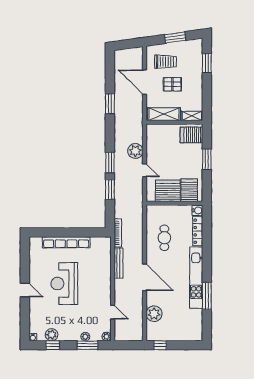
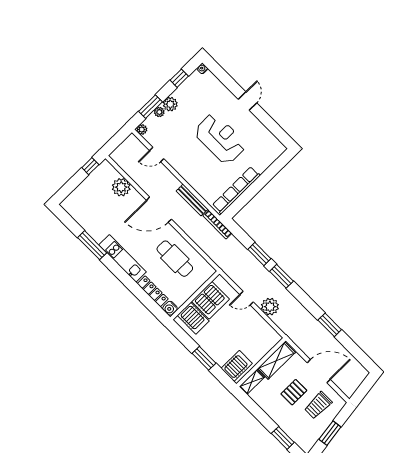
cafe table: (164, 238) -> (175, 259), width x1.37, depth x1.35
row of seats: (66, 242) -> (236, 190), moved
kitchen unit: (196, 278) -> (123, 258), width x0.73
door: (25, 290) -> (248, 101), swing flipped
plant: (52, 335) -> (170, 104), moved

